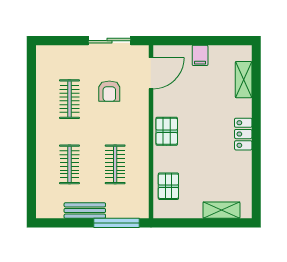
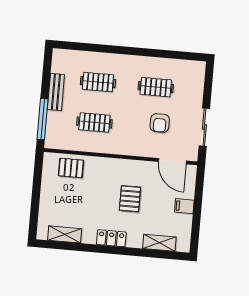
armchair: (109, 91) -> (160, 123), turned -90
pallet: (167, 131) -> (130, 199), moved, turned 90
shelving: (221, 210) -> (65, 234), moved, turned 90

